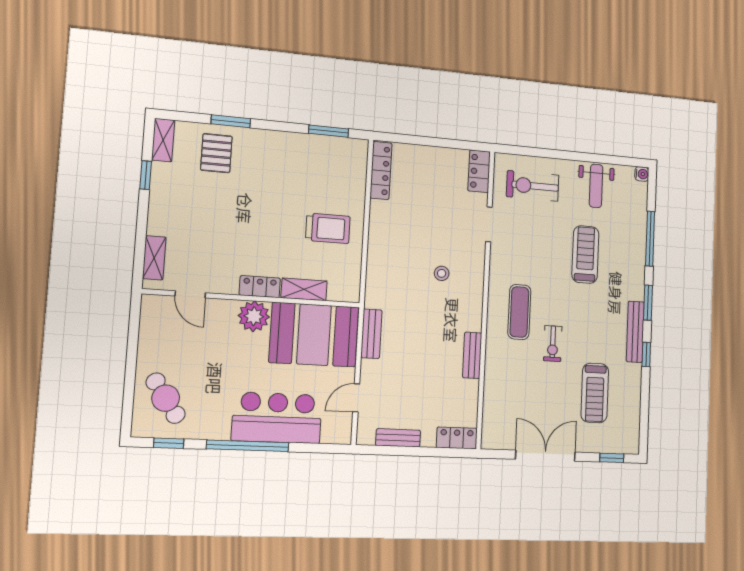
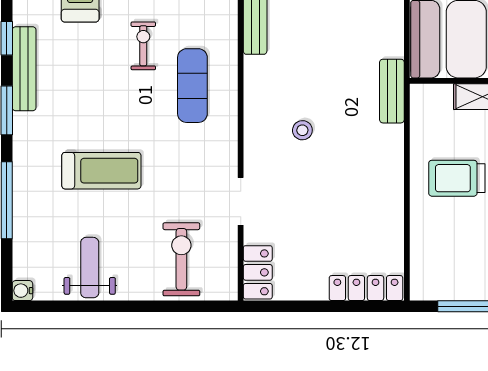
locker: (381, 170) -> (366, 288), moved, turned 90
exercise bike: (533, 186) -> (181, 259), turned -90
treadmill: (585, 255) -> (101, 171), turned -90
bench: (371, 334) -> (392, 91), moved

